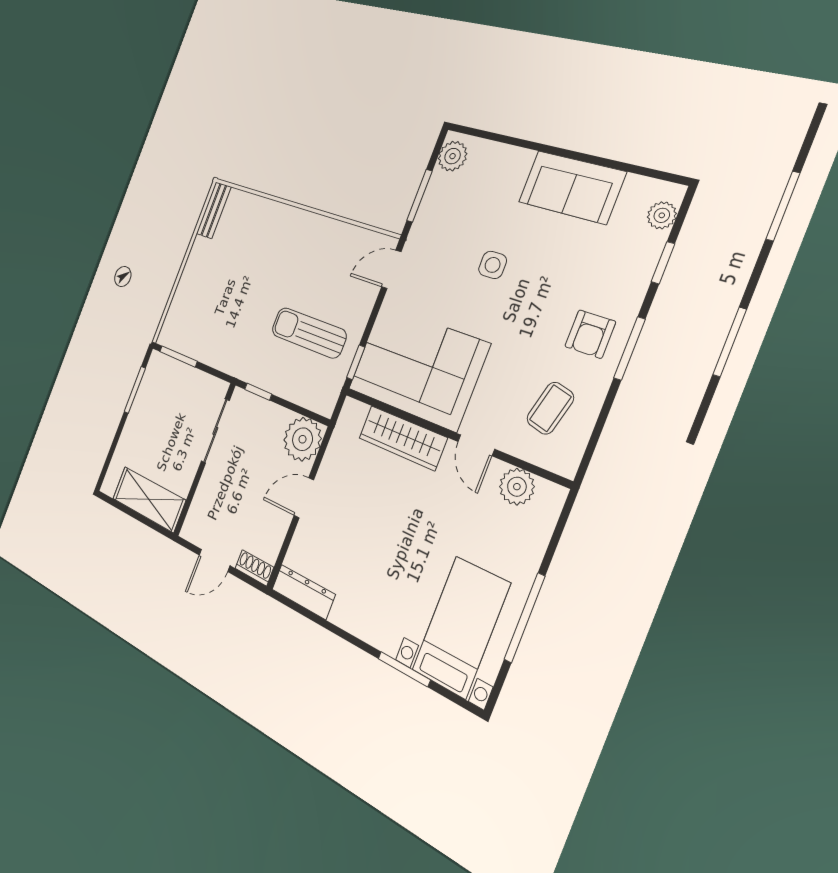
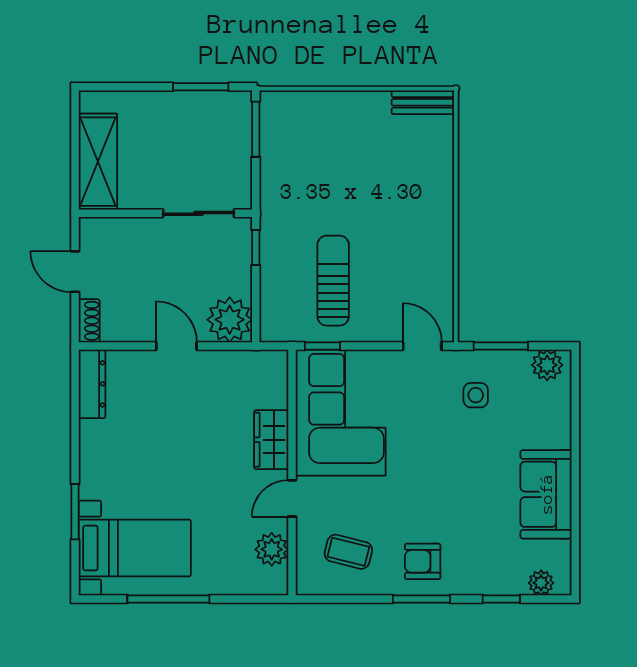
side table: (493, 265) -> (476, 395), moved
wardrobe: (403, 438) -> (271, 440), width x0.67

